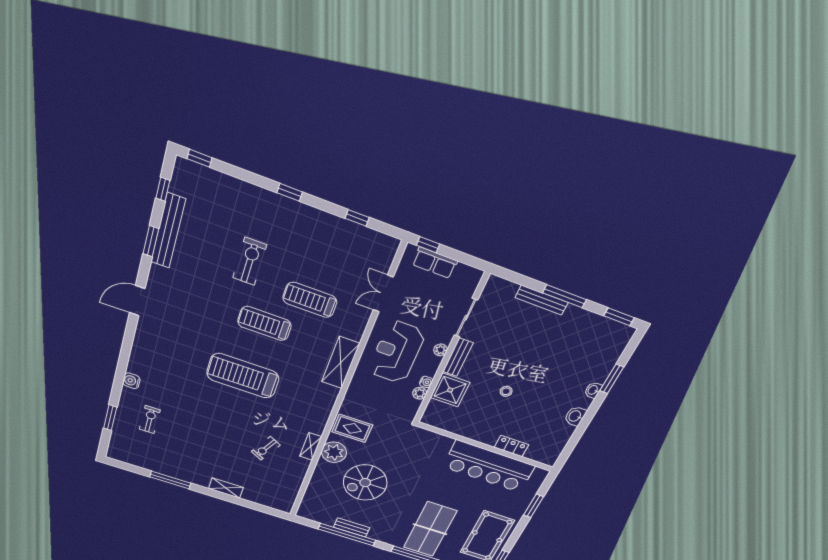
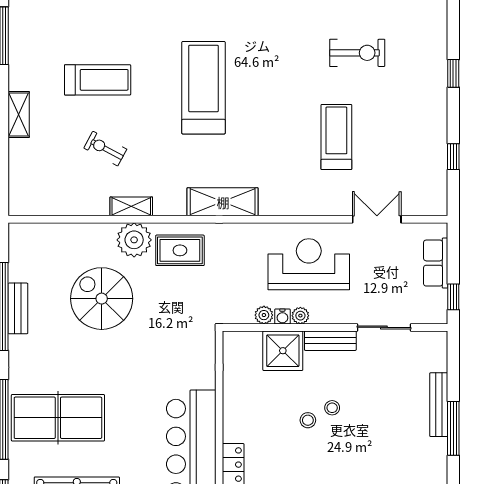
window: (428, 245) -> (453, 297), moved
treadmill: (265, 324) -> (98, 80), moved, turned 90
plant: (441, 350) -> (300, 316), moved
shelving: (341, 363) -> (223, 202), moved
stool: (506, 373) -> (332, 408), added
rug: (352, 428) -> (180, 250), turned 90

